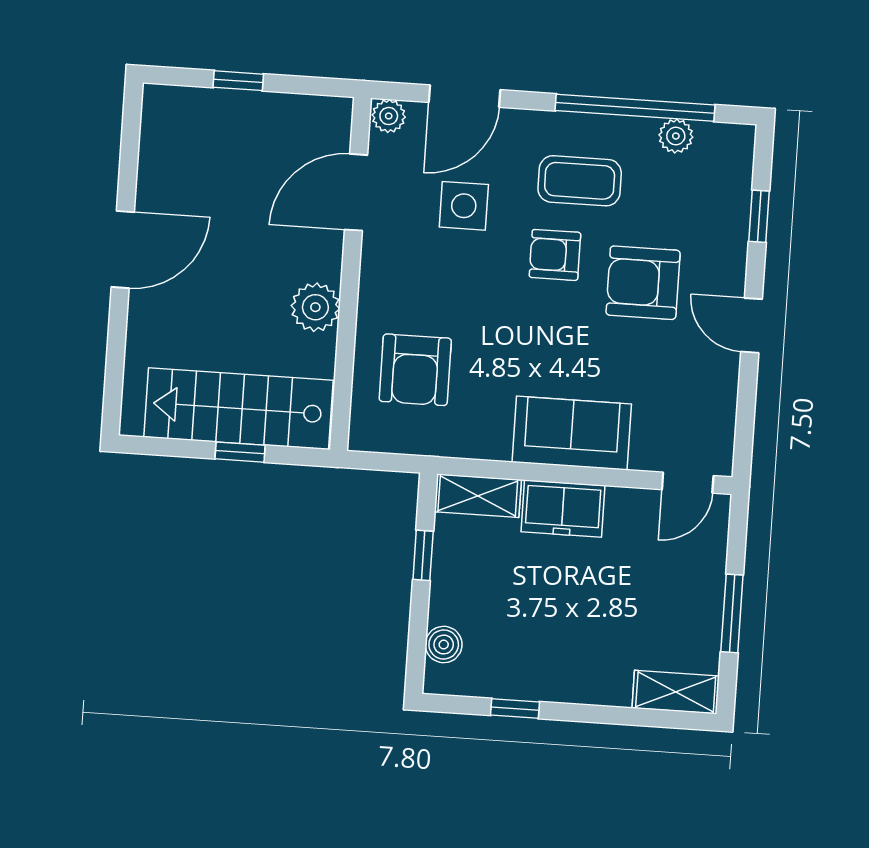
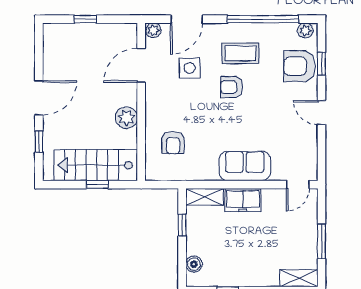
plant: (676, 136) -> (305, 30), moved
armchair: (643, 283) -> (300, 66), moved
window: (116, 347) -> (39, 142), added
armchair: (415, 370) -> (173, 143), width x0.72, depth x0.72

